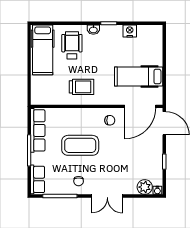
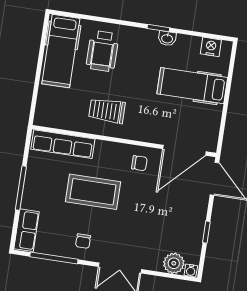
washbasin: (93, 30) -> (167, 38), moved
nightstand: (130, 31) -> (211, 47), moved
wheelchair: (72, 45) -> (102, 51), turned 180
hospital bed: (139, 76) -> (192, 86), moved
trolley: (81, 87) -> (107, 111), turned 180
row of seats: (38, 130) -> (63, 144), moved, turned 90

